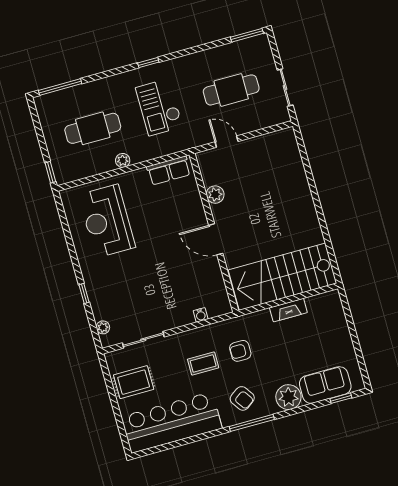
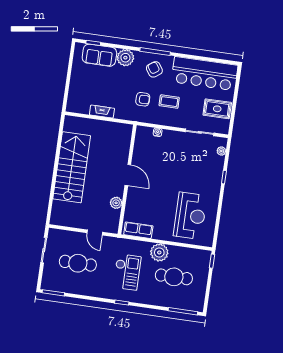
plant: (123, 160) -> (159, 252), width x1.87, depth x1.87
stairs: (282, 277) -> (72, 167), moved, turned -90

